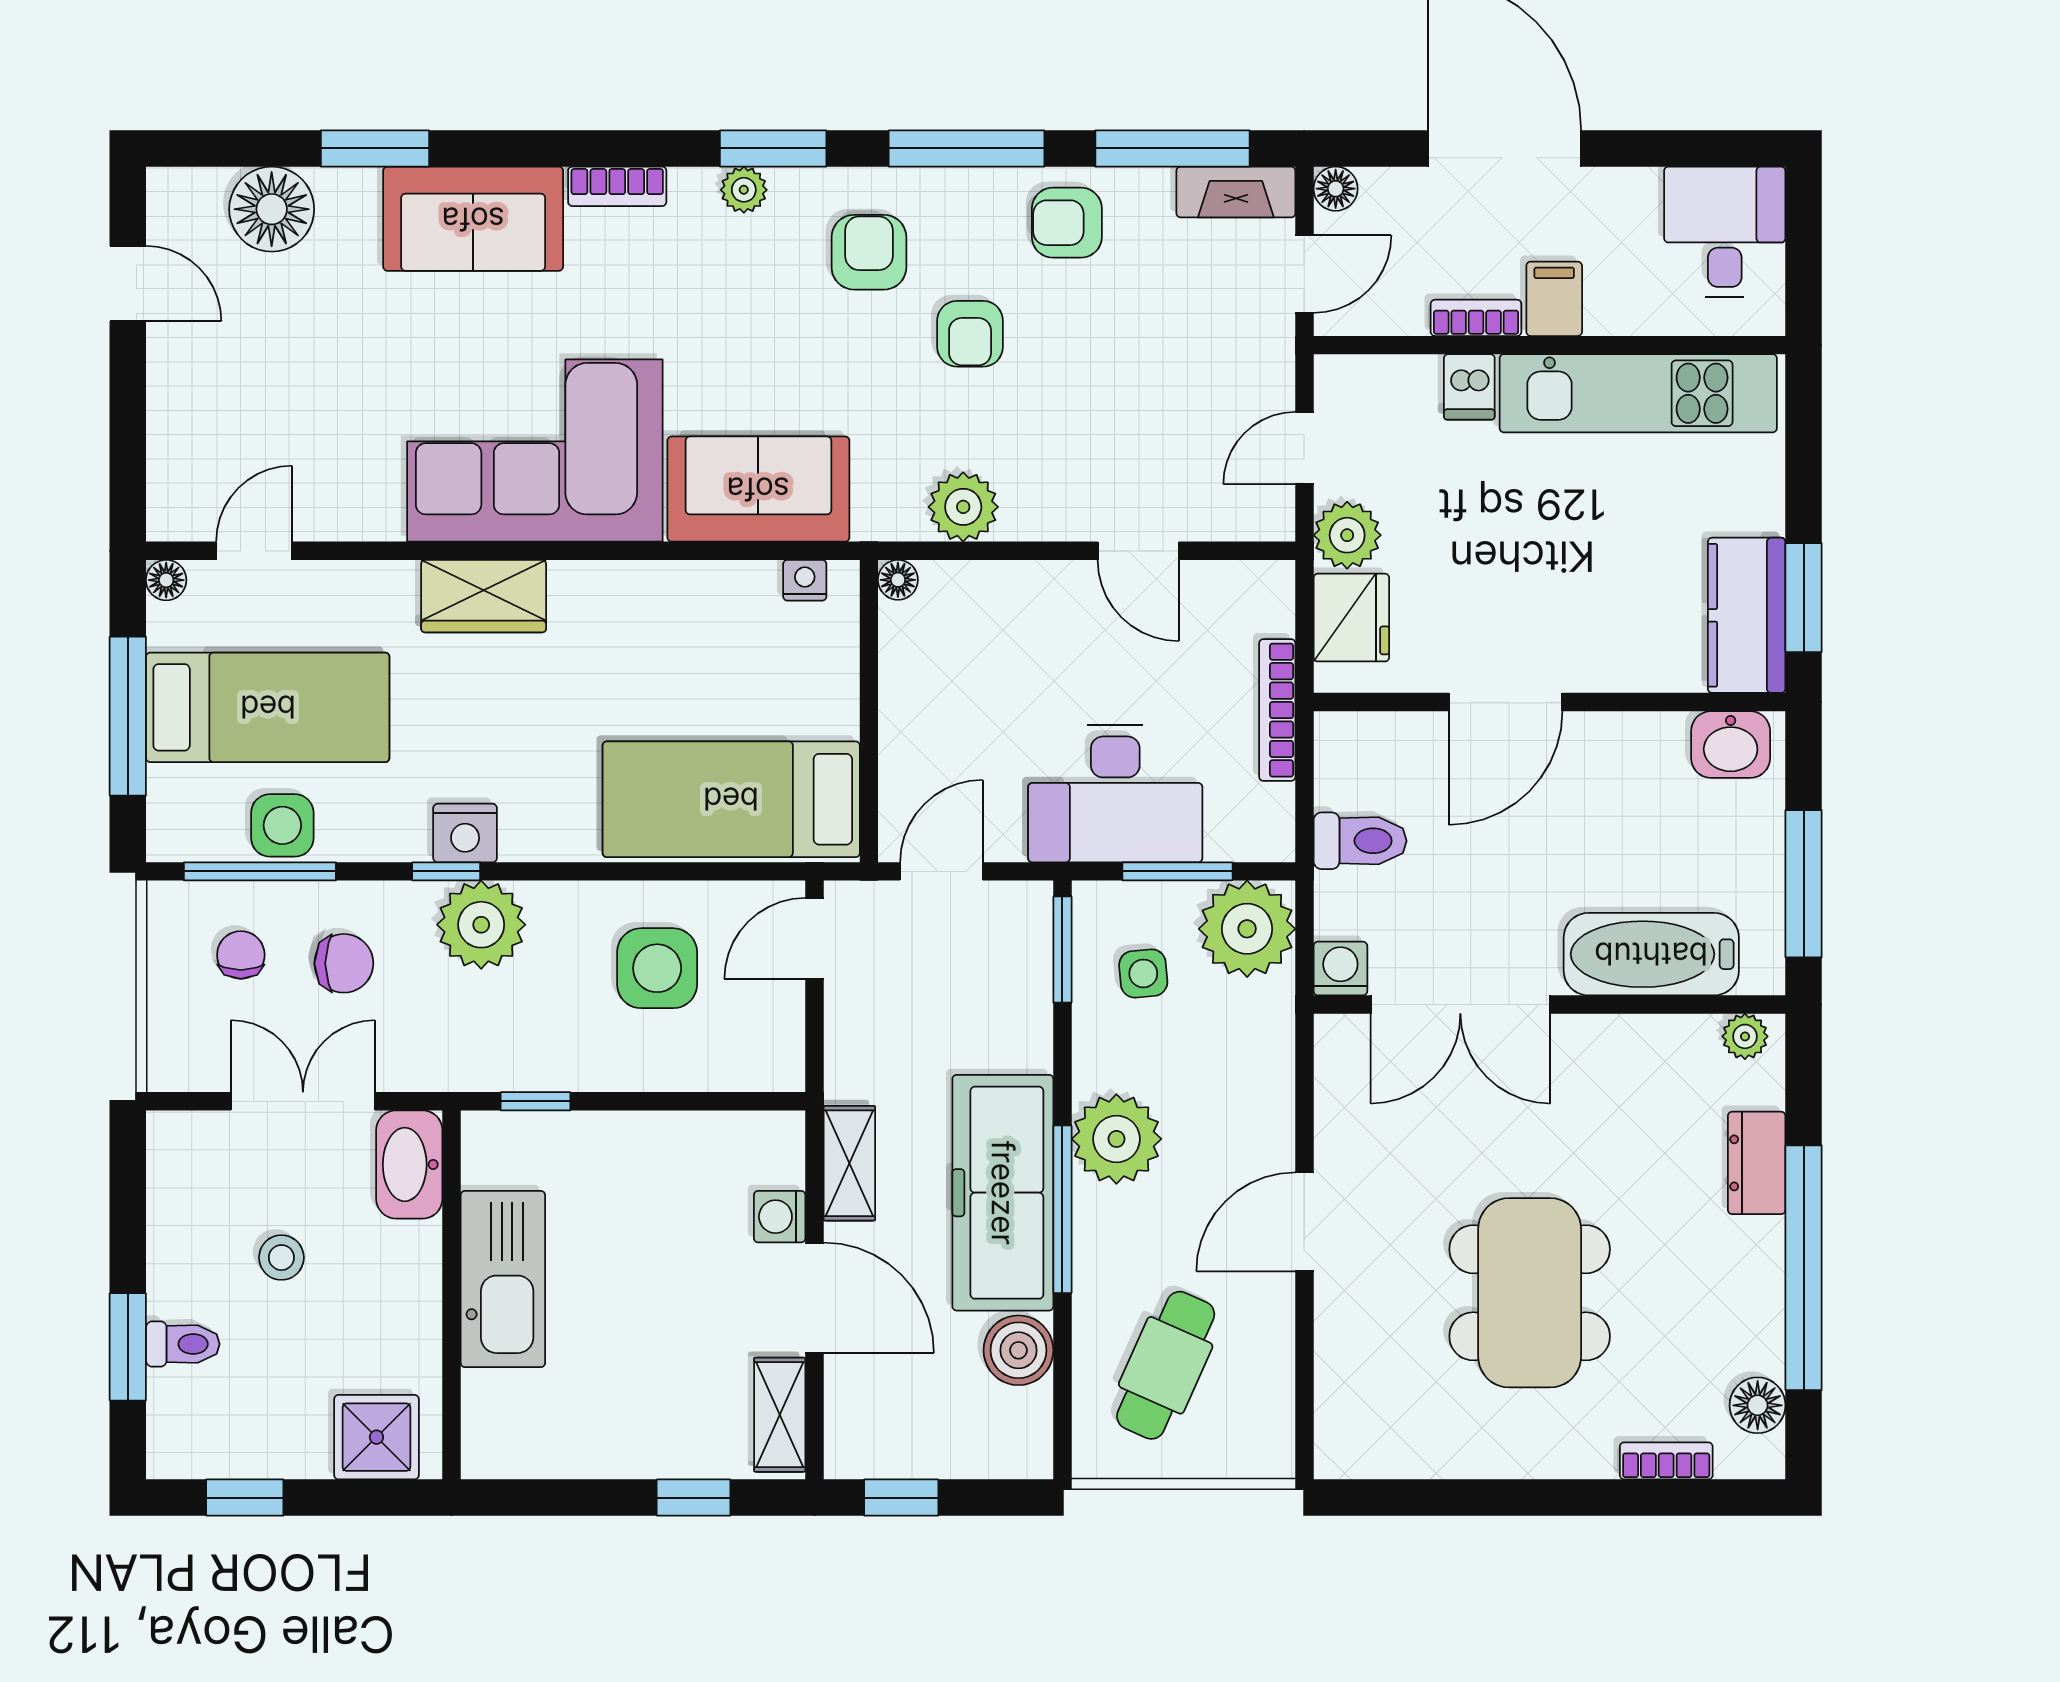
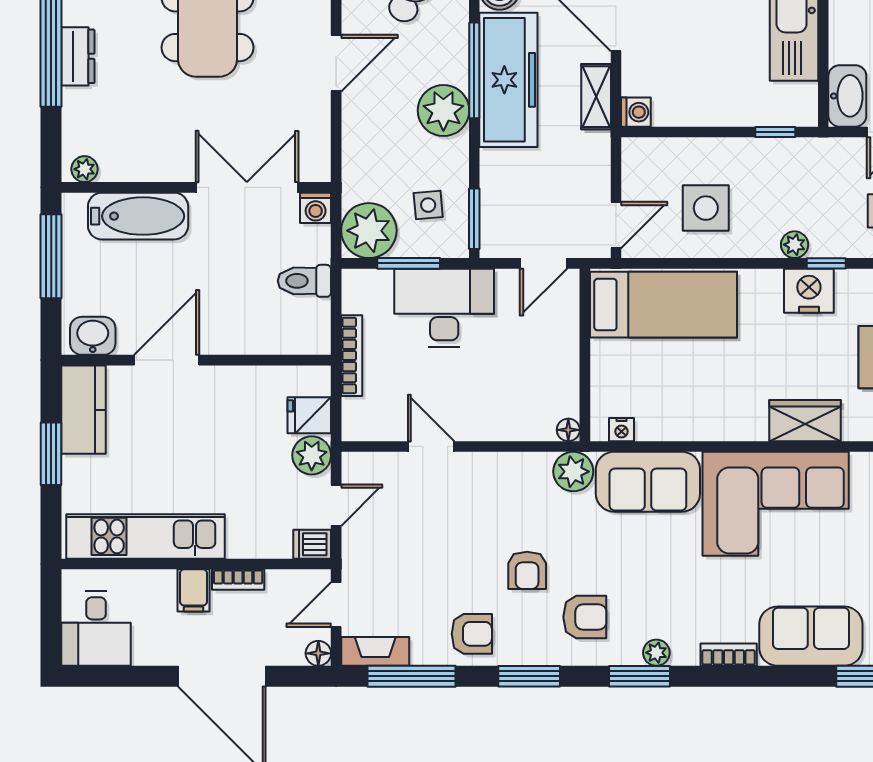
window: (967, 148) -> (529, 676), width x0.69
armchair: (869, 252) -> (585, 617), turned -90
armchair: (970, 334) -> (527, 570), turned 180
dishwasher: (1469, 387) -> (312, 544), moved, turned -90
plant: (963, 507) -> (573, 472), moved
window: (1804, 598) -> (51, 454), moved
fridge: (1351, 618) -> (309, 415), width x0.72
door: (1506, 702) -> (167, 360), moved
nightstand: (465, 833) -> (809, 291), width x1.36, depth x1.33
plant: (481, 925) -> (795, 245), width x0.53, depth x0.53
dresser: (1757, 1163) -> (78, 56), moved
washing machine: (780, 1217) -> (636, 112), moved

